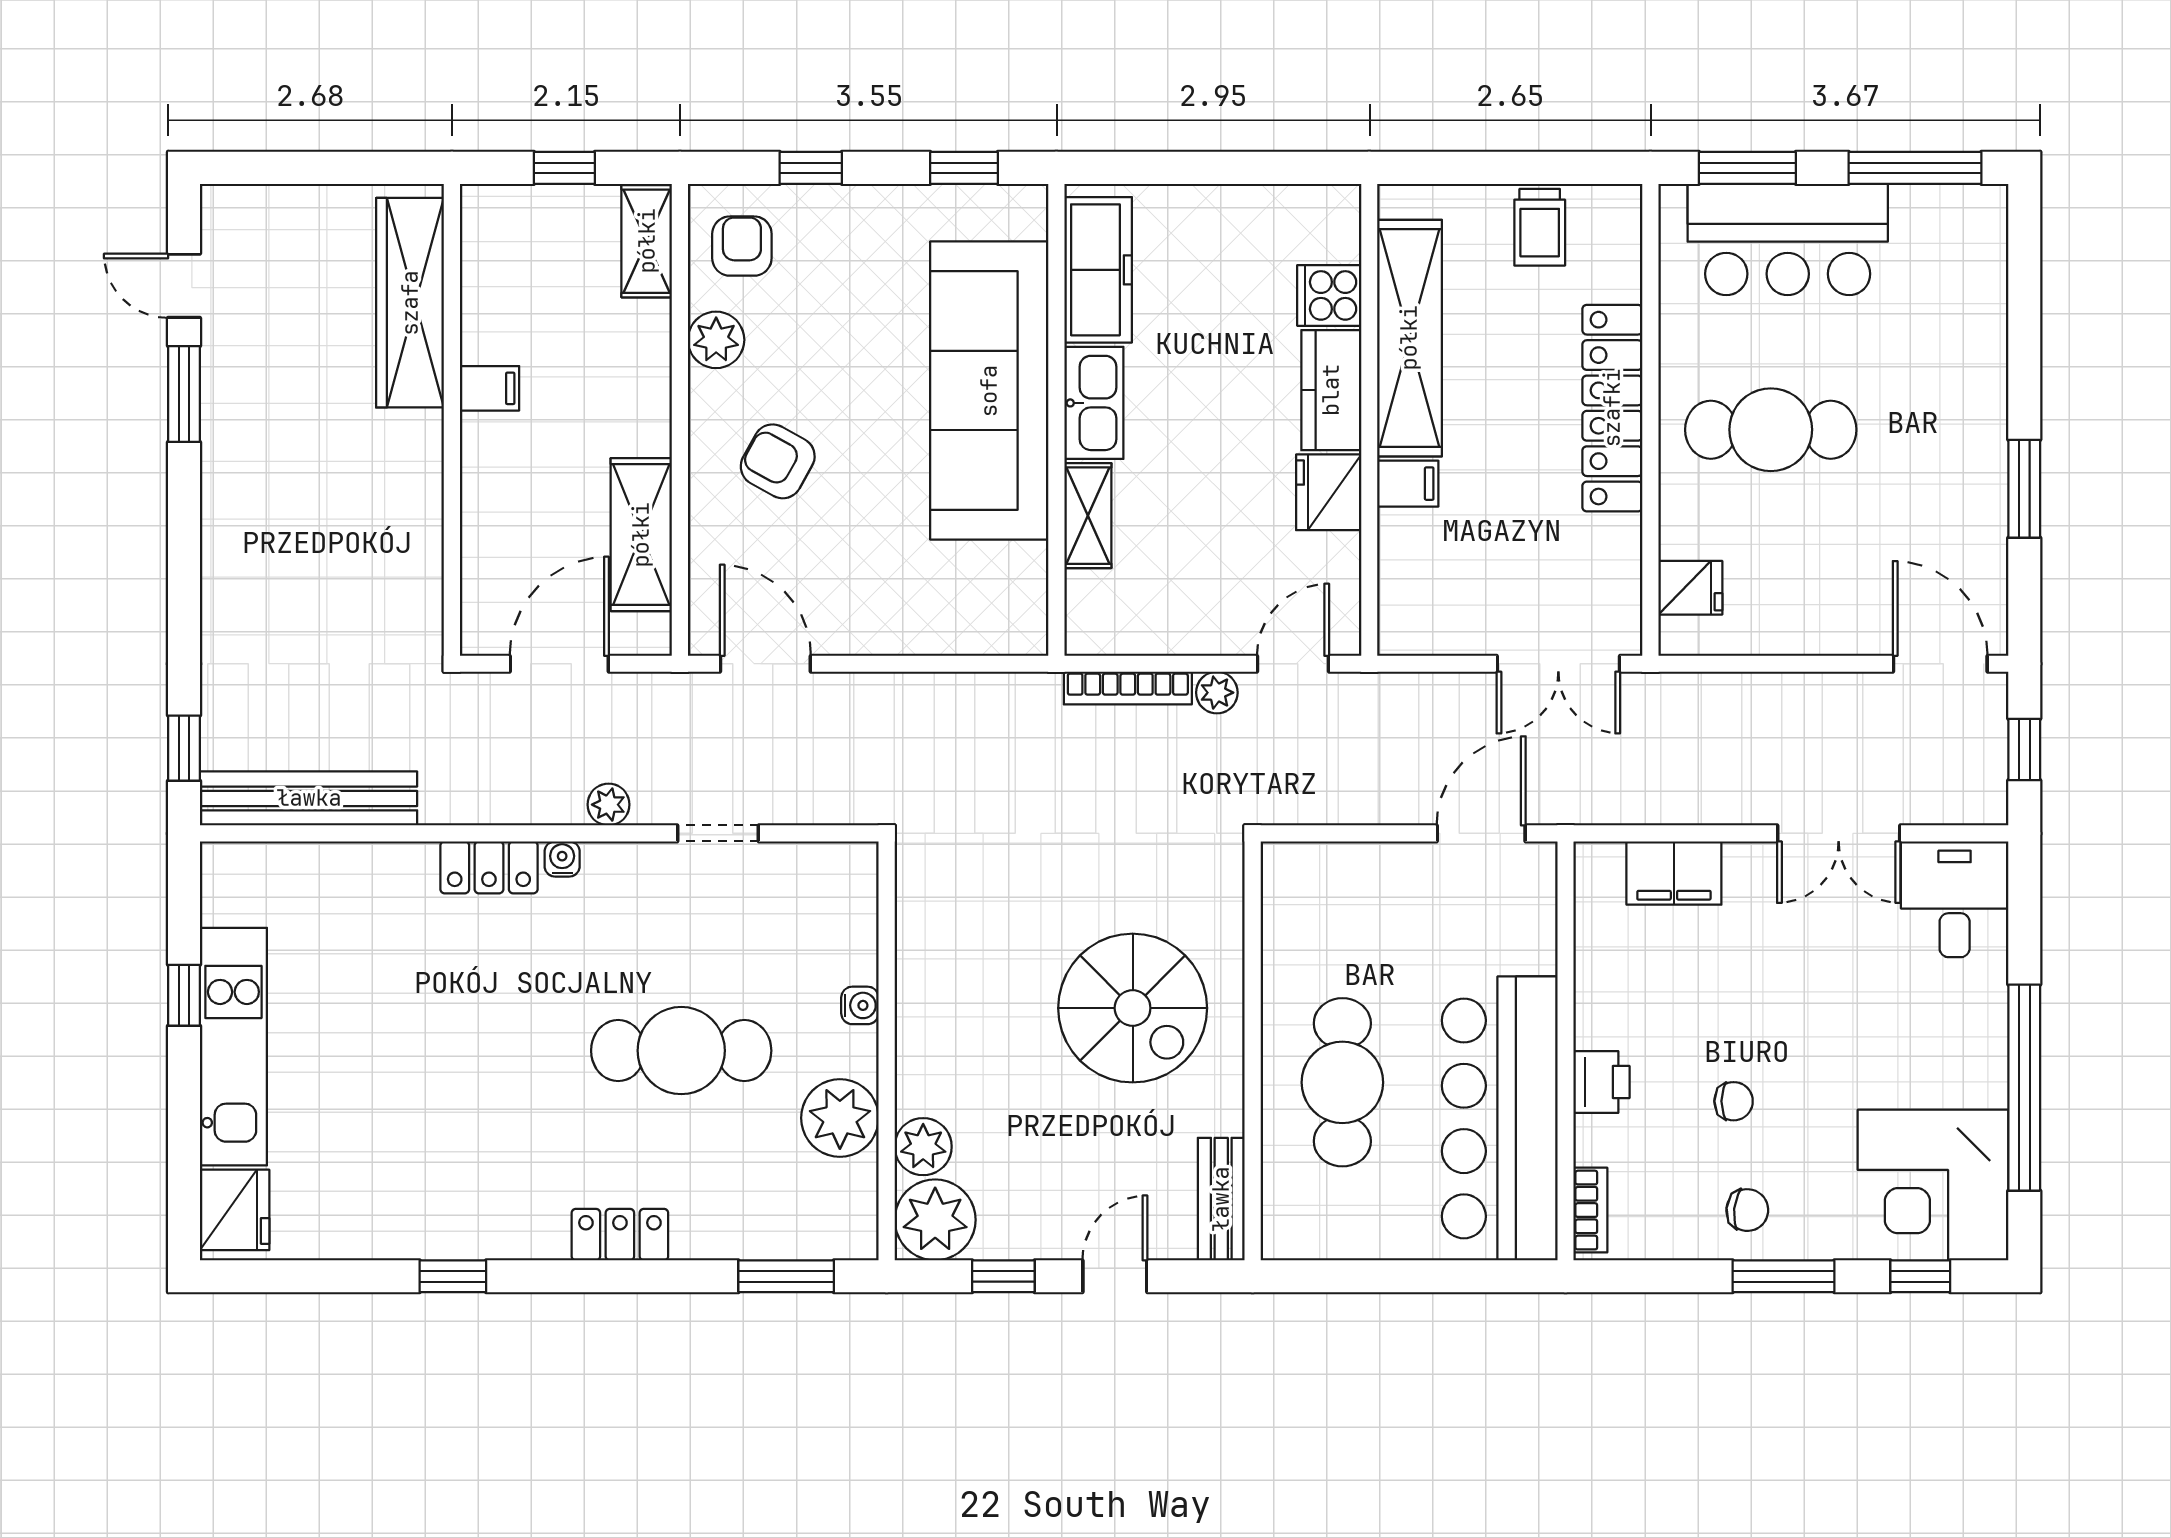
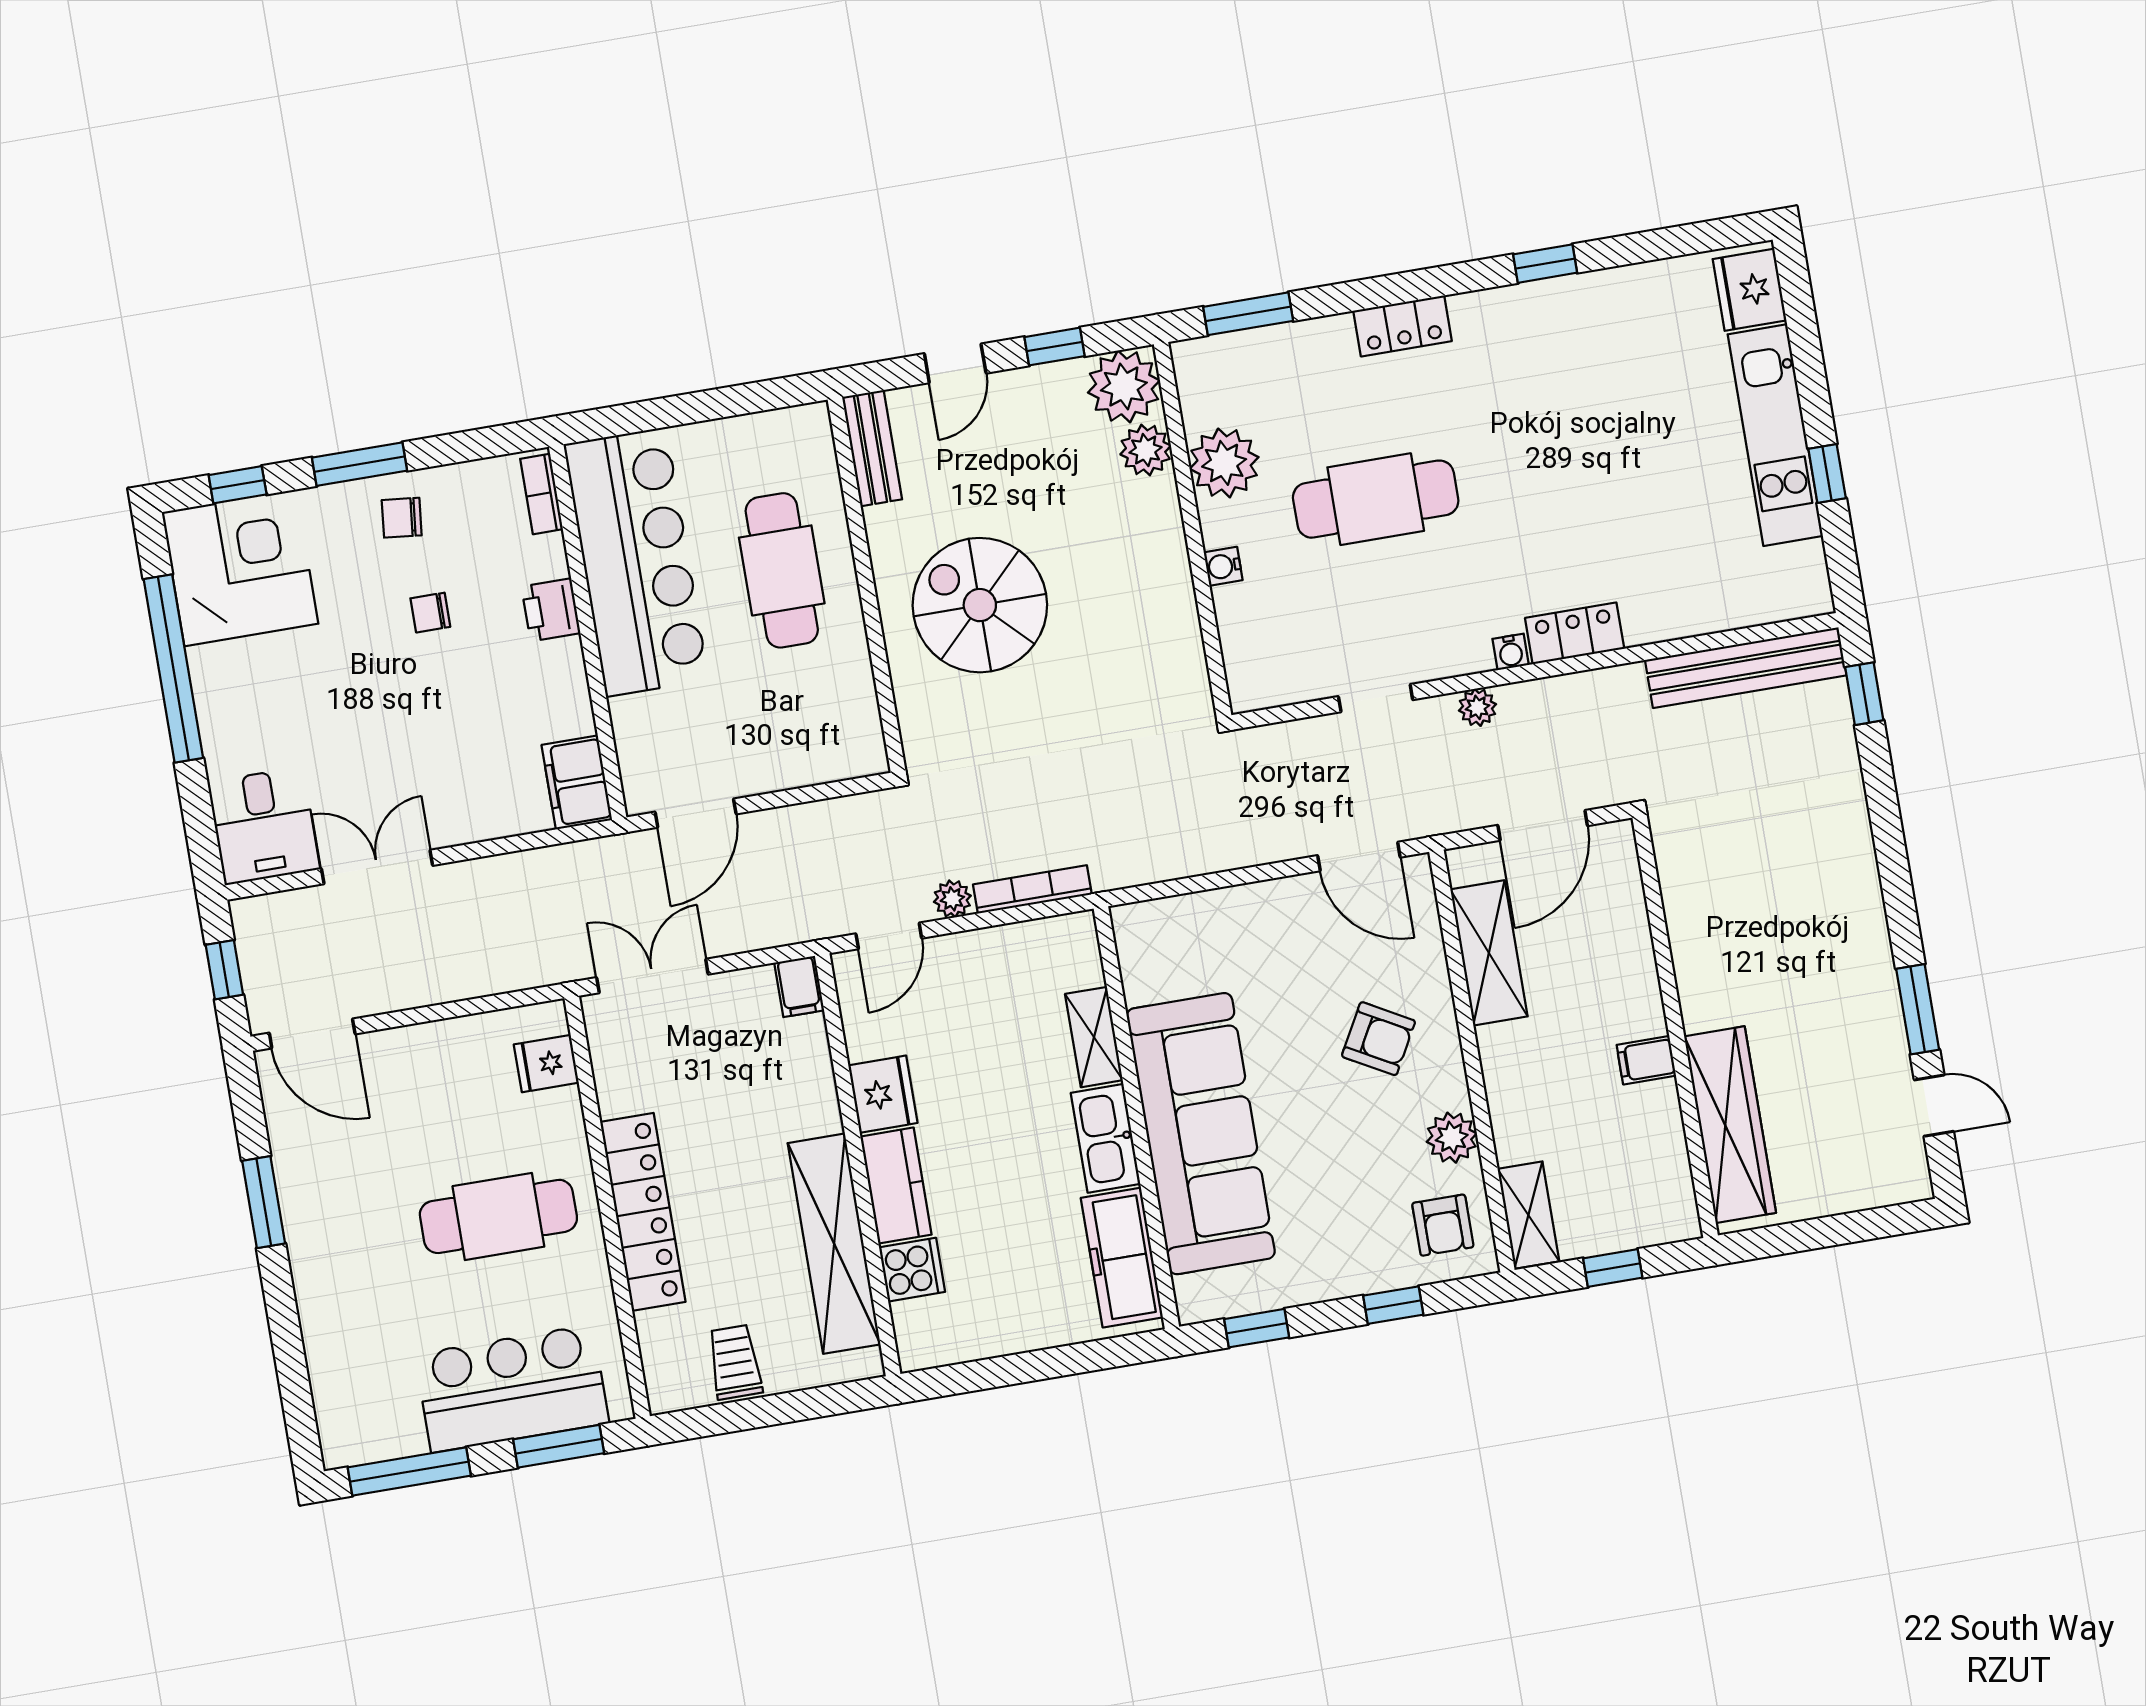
filing cabinet: (1408, 484) -> (799, 986), moved, turned -90
filing cabinet: (1674, 873) -> (577, 782), moved, turned -90

